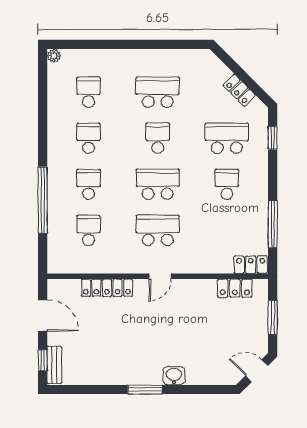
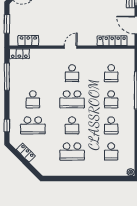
school desk: (158, 230) -> (72, 73), width x0.54
locker: (107, 288) -> (112, 41), moved

